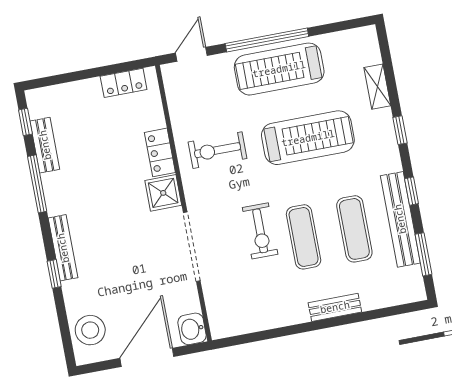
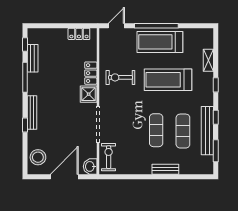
treadmill: (308, 138) -> (168, 80), turned 180
exercise bike: (260, 231) -> (109, 157), moved, turned 180

